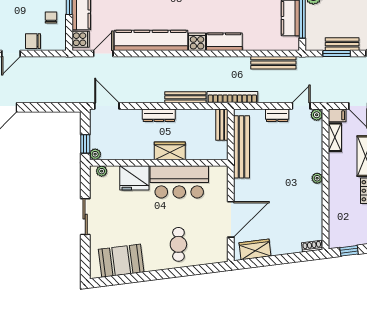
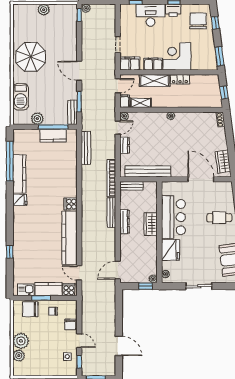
kitchen counter: (224, 42) -> (71, 184), removed
bench: (342, 44) -> (72, 112), moved
door: (301, 106) -> (118, 128), swing flipped
dresser: (159, 115) -> (125, 222), moved

